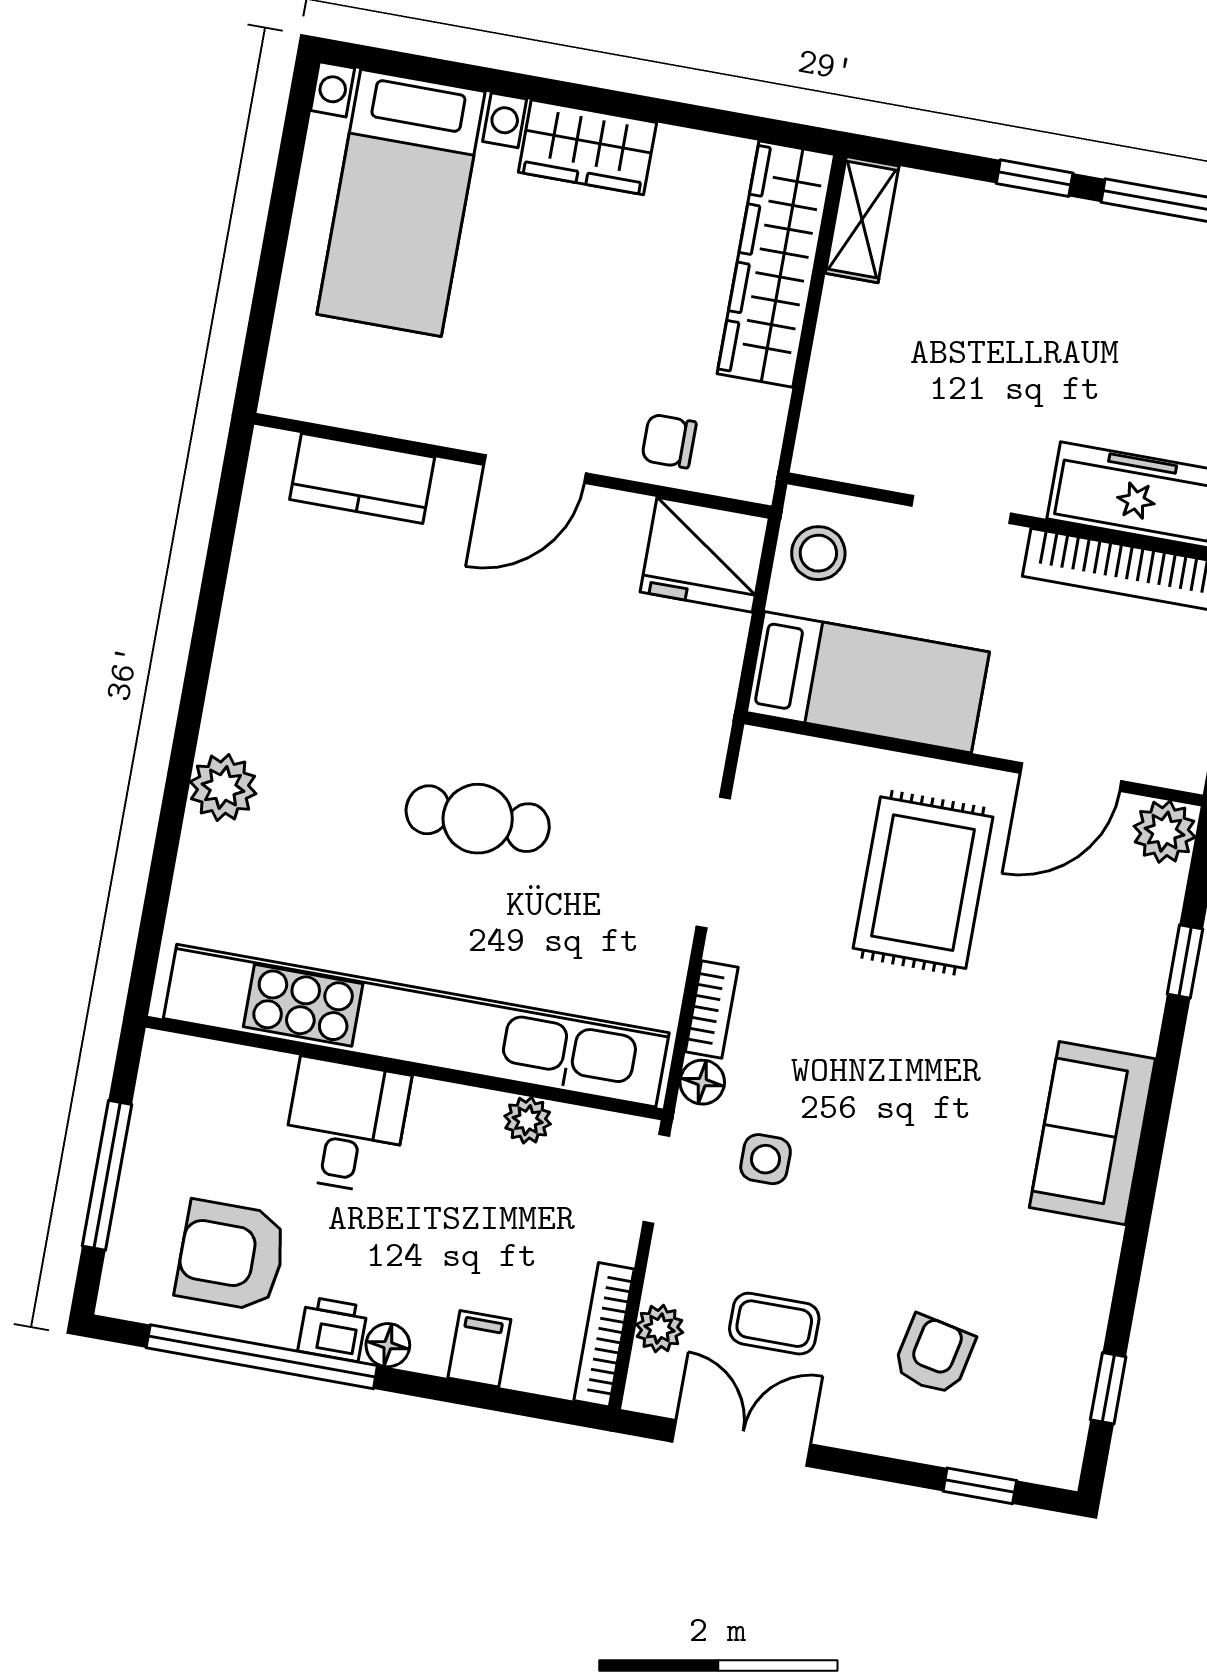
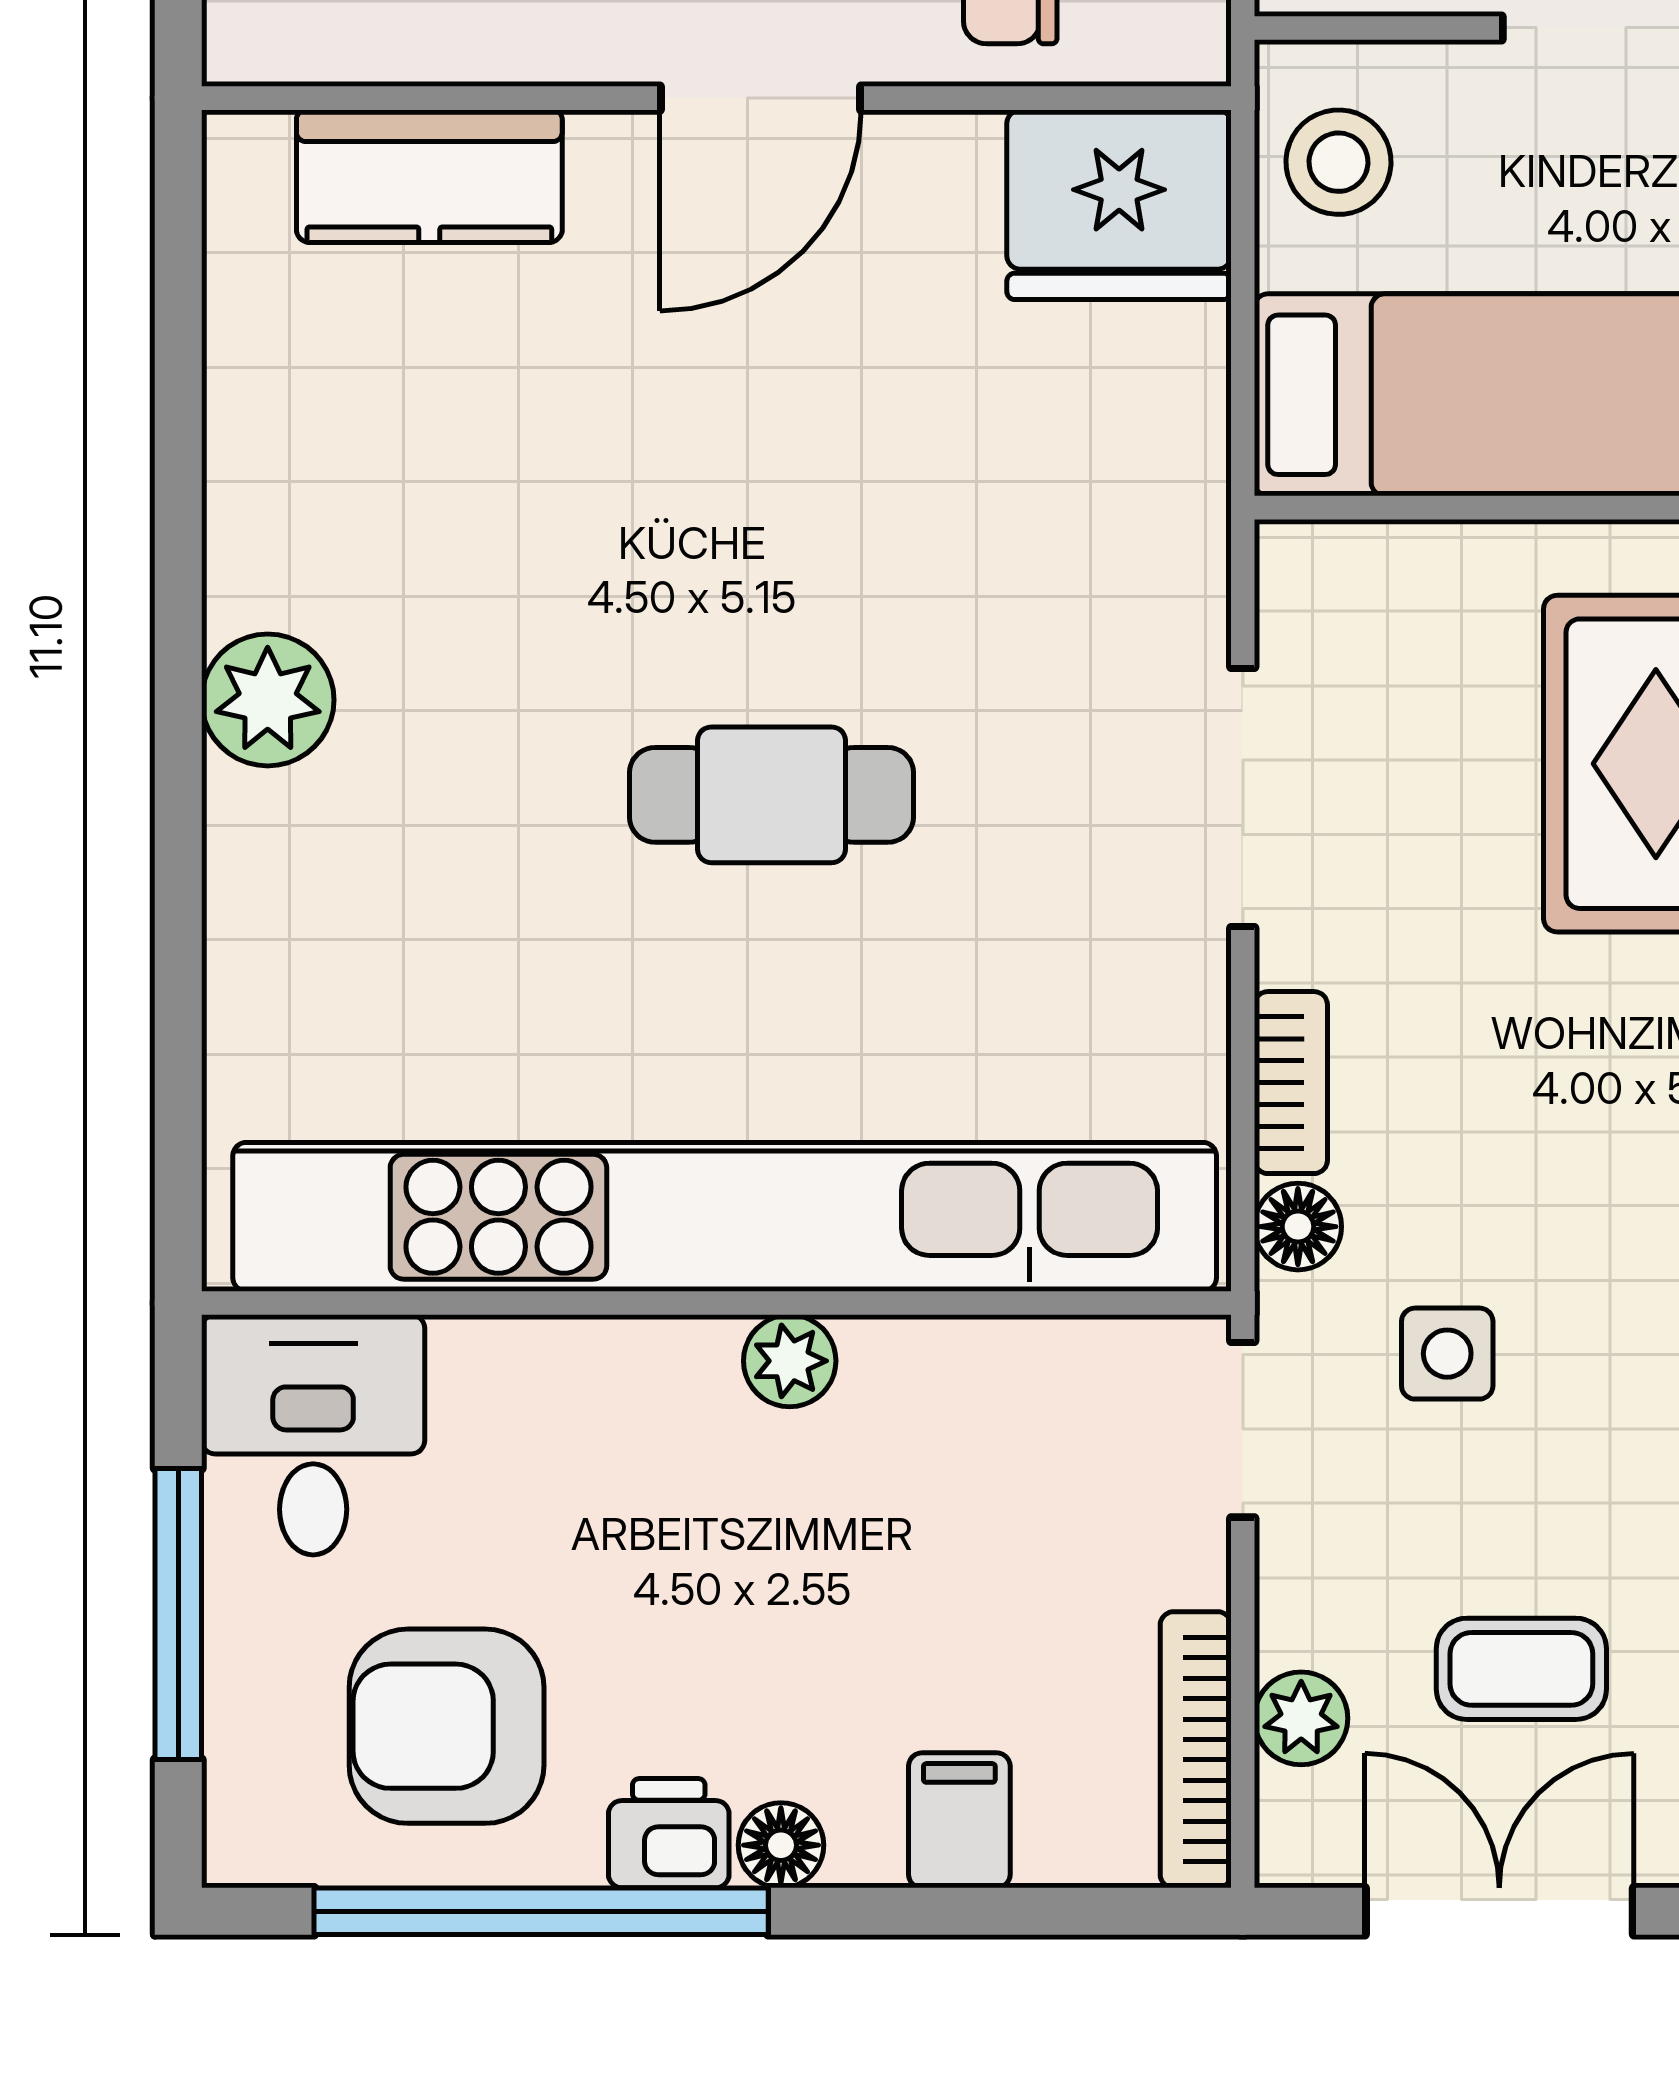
plant: (223, 788) -> (268, 700), moved
plant: (528, 1120) -> (790, 1361), moved
desk: (346, 1126) -> (313, 1435), moved

